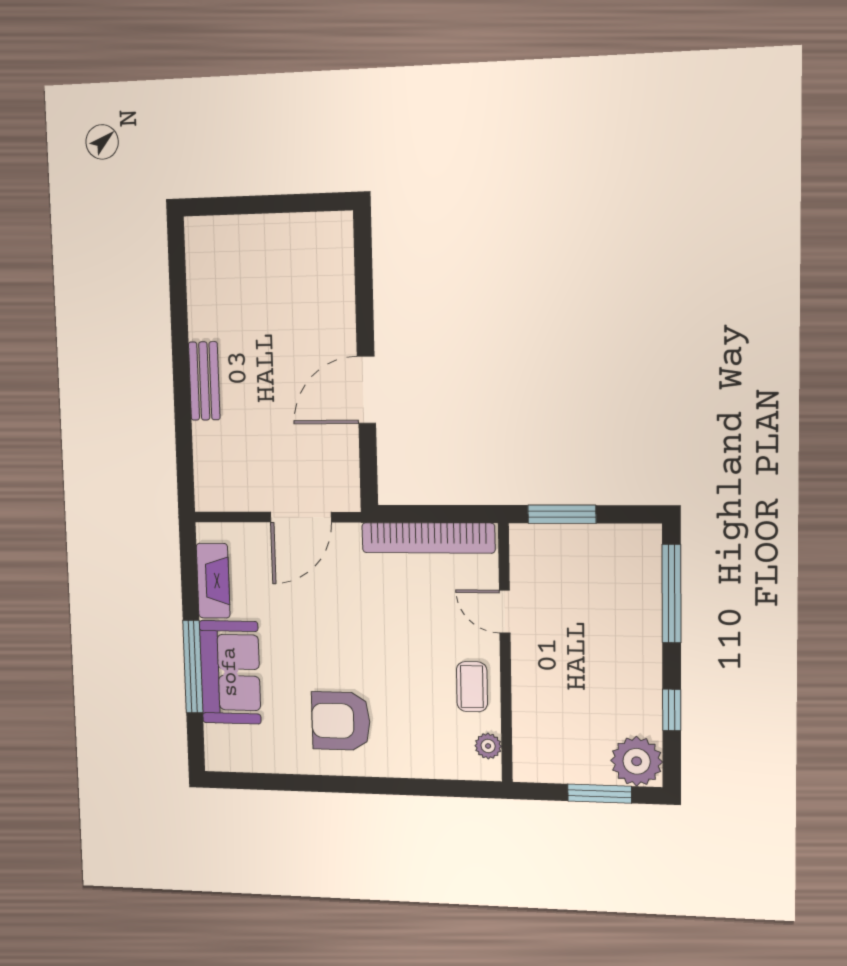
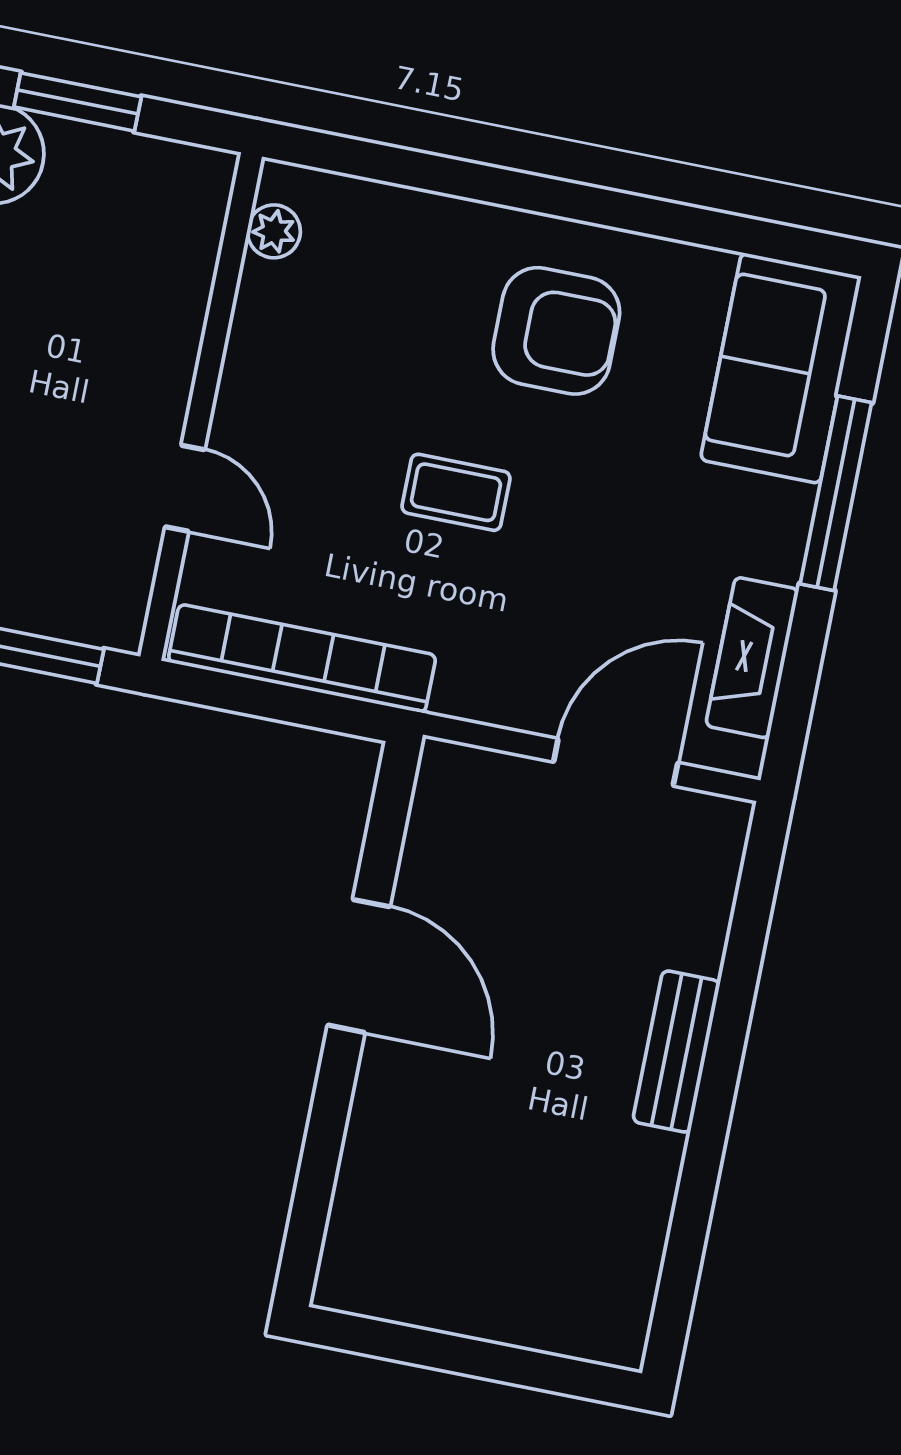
door: (366, 390) -> (359, 966), hinge flipped
door: (301, 517) -> (616, 762), moved
sofa: (230, 672) -> (781, 368), moved
coffee table: (472, 687) -> (456, 492), moved, turned 90

